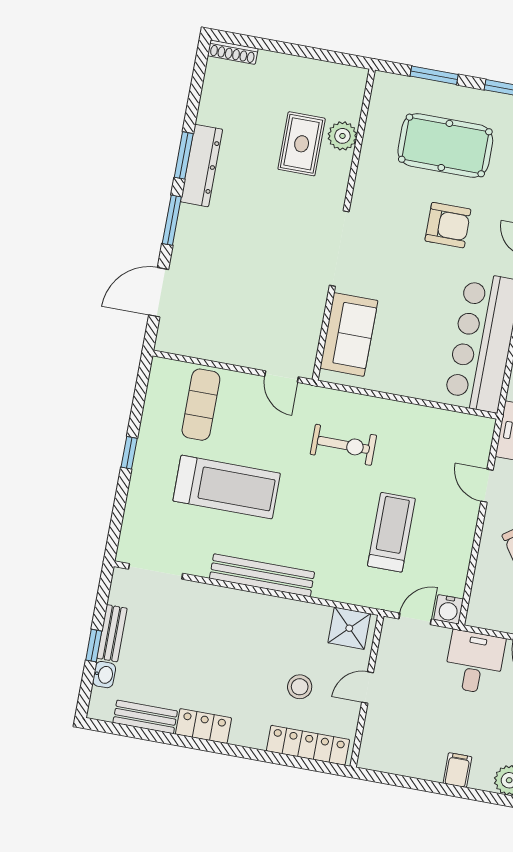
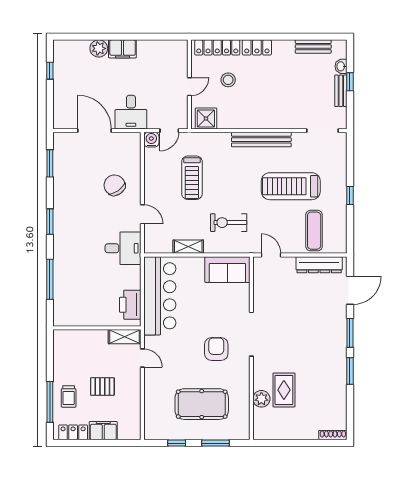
dresser: (202, 166) -> (319, 265), moved, turned -90
armchair: (448, 225) -> (216, 349), moved, turned 90
sofa: (349, 334) -> (227, 270), moved, turned -90
shelving: (419, 416) -> (188, 247), added
locker: (203, 726) -> (257, 47), moved
filing cabinet: (457, 770) -> (122, 49), width x2.00

